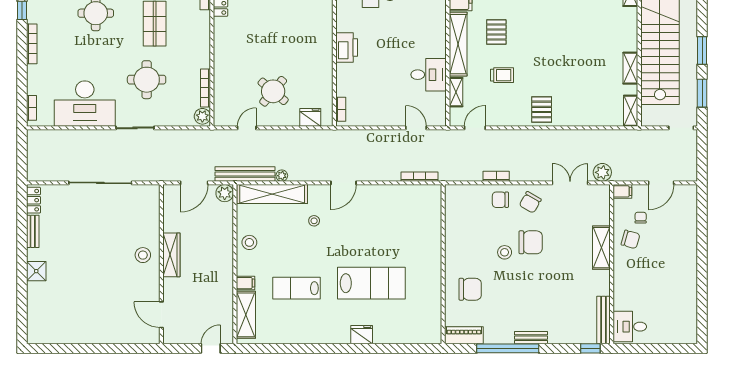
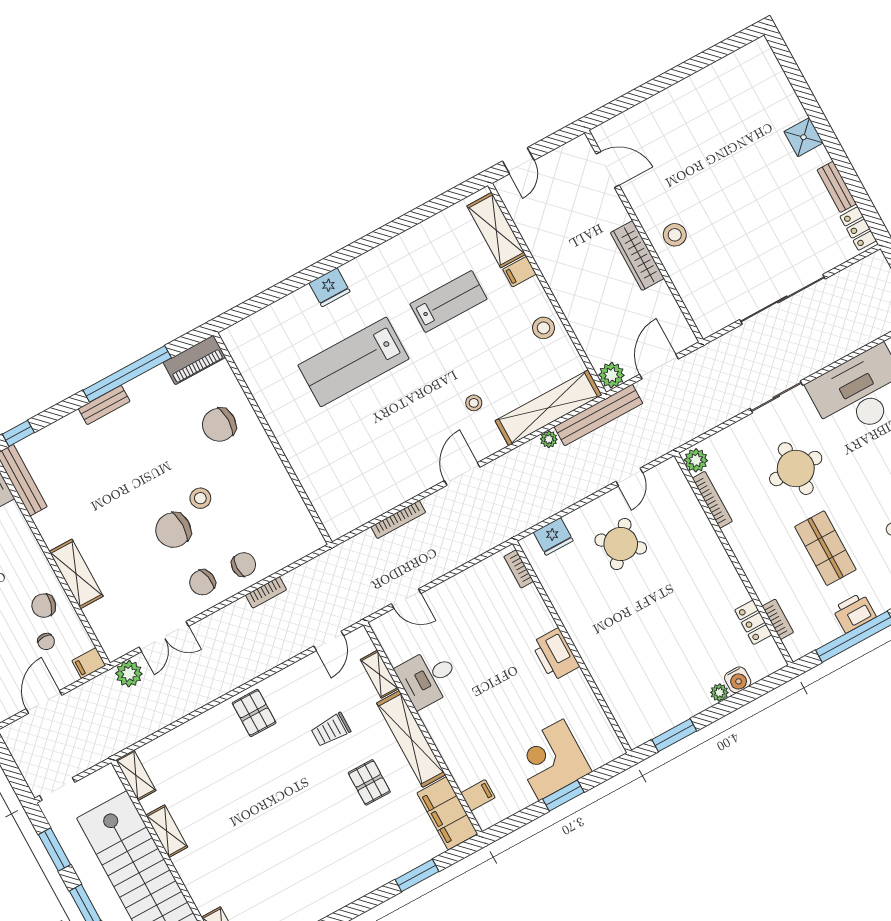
bookcase: (419, 177) -> (398, 519), moved
chair: (530, 202) -> (202, 582), turned -131

